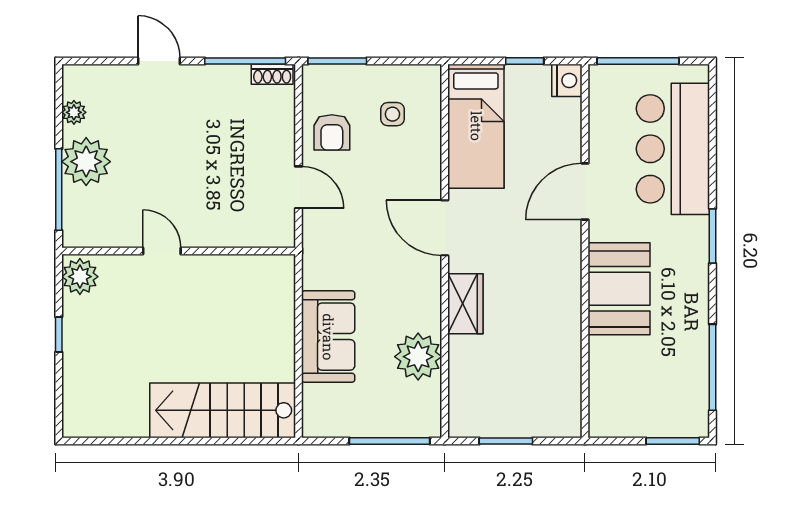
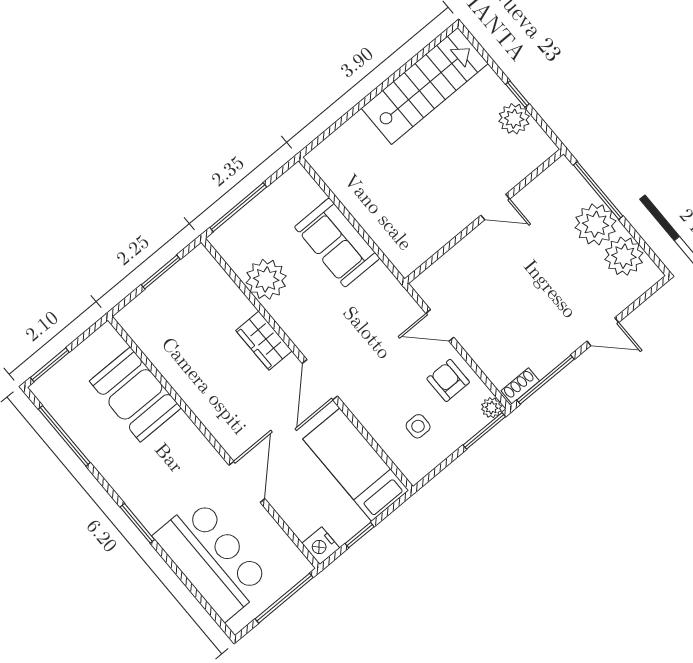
plant: (314, 76) -> (492, 408), added
plant: (74, 112) -> (624, 256), width x1.88, depth x1.88
door: (445, 228) -> (320, 380), swing flipped
plant: (80, 277) -> (514, 119), moved
booth: (619, 289) -> (135, 394), moved
stairs: (223, 410) -> (425, 86), moved

